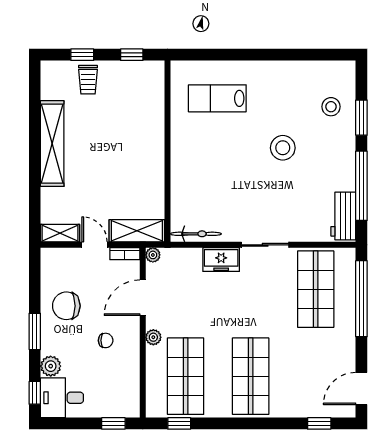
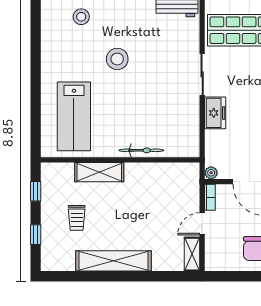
trolley: (88, 80) -> (77, 218), moved, turned 90
lab bench: (217, 98) -> (74, 116), width x1.36, depth x1.39
shelving: (137, 231) -> (99, 172), moved, turned 90
bicycle: (196, 234) -> (141, 150), moved, turned 90

